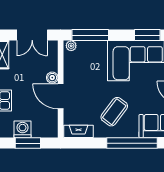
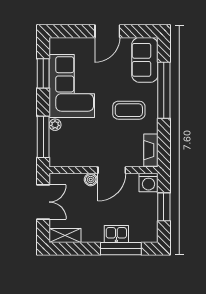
plant: (71, 46) -> (55, 125), moved
coffee table: (114, 112) -> (129, 110), turned -37
washing machine: (23, 129) -> (149, 183), moved, turned -90

